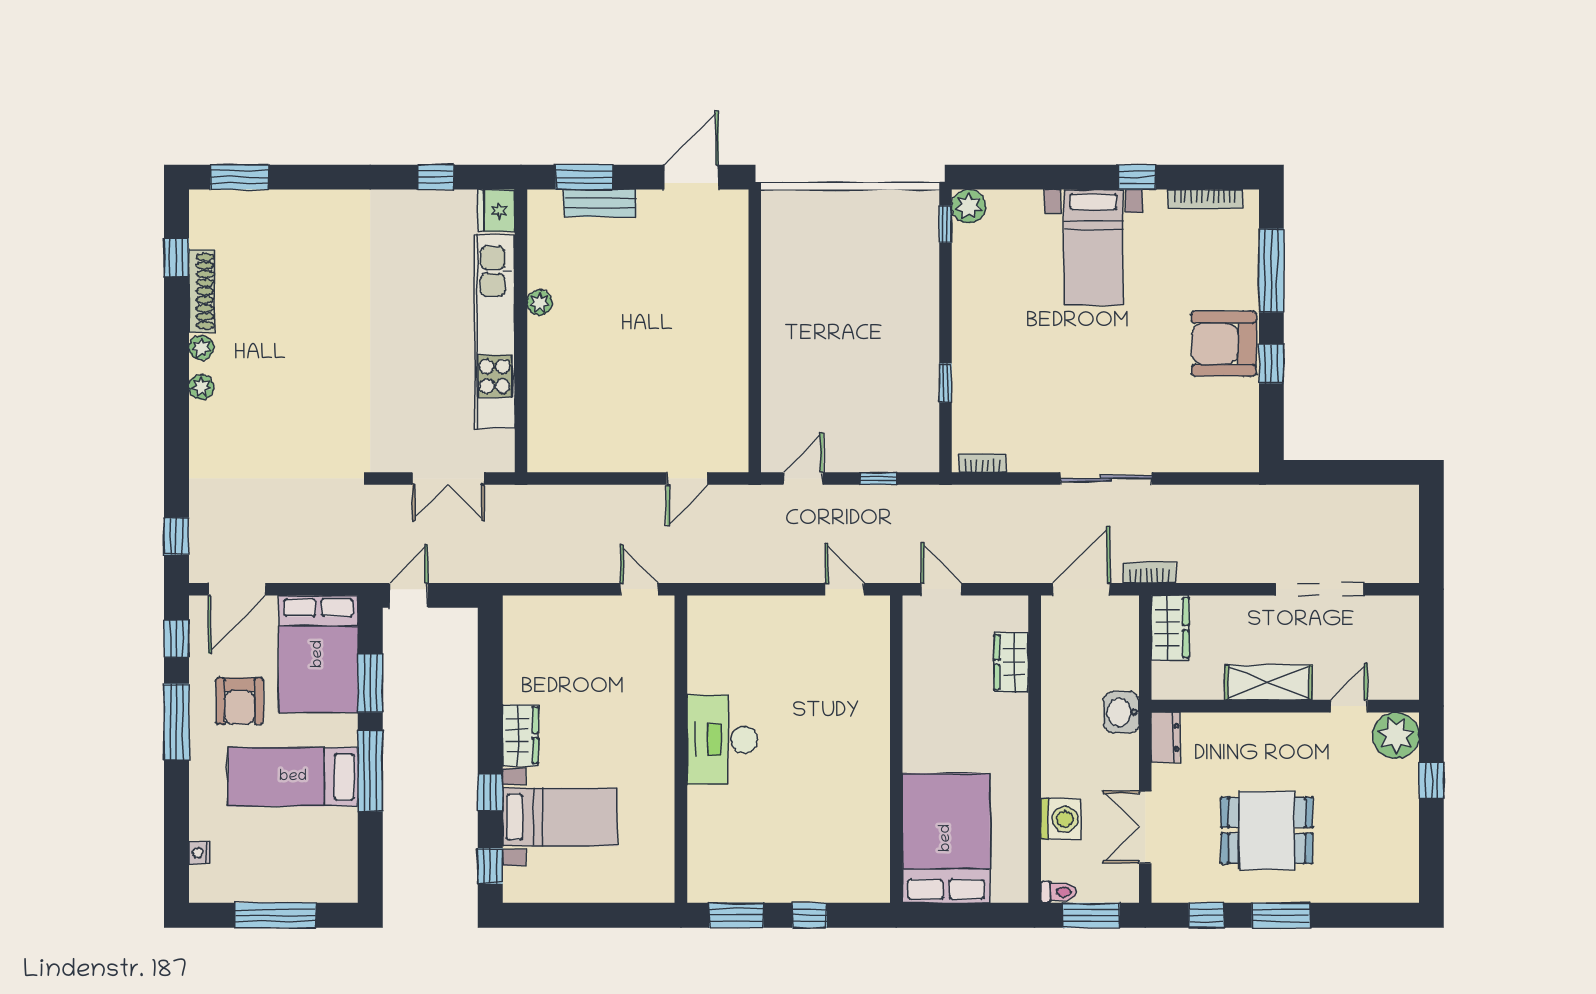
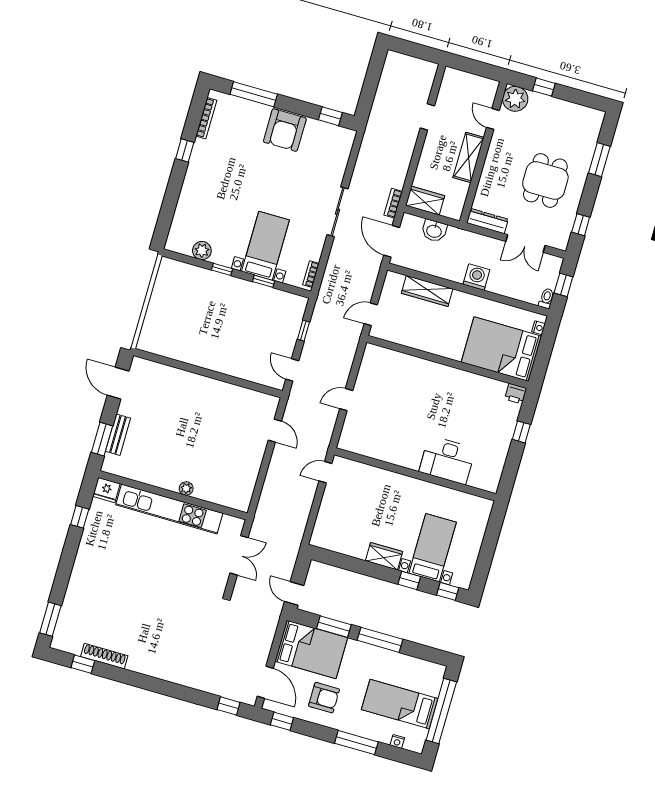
plant: (969, 206) -> (202, 251), moved
window: (945, 224) -> (222, 269), moved
bed with nightstands: (1093, 247) -> (265, 246), moved, turned -90
plant: (540, 303) -> (186, 488), moved
plant: (201, 348) -> (134, 665), removed
window: (1271, 364) -> (330, 116), moved
plant: (201, 387) -> (154, 671), removed
door: (845, 589) -> (346, 400), moved
doorway: (1319, 589) -> (427, 117), width x0.53
wardrobe: (1011, 662) -> (427, 291), width x1.50
washbasin: (1121, 712) -> (434, 231), moved
window: (176, 722) -> (356, 743), moved
dresser: (1166, 737) -> (487, 221), width x1.44
desk: (722, 740) -> (447, 460), moved
bed: (293, 777) -> (400, 704), moved, turned 90
washing machine: (1061, 819) -> (476, 277), moved
printer: (874, 886) -> (516, 394), added
nightstand: (1003, 893) -> (539, 328), added
window: (275, 915) -> (441, 711), width x1.46
window: (736, 915) -> (510, 470), removed
window: (1091, 915) -> (563, 285), width x0.67
window: (1281, 915) -> (599, 160), moved

